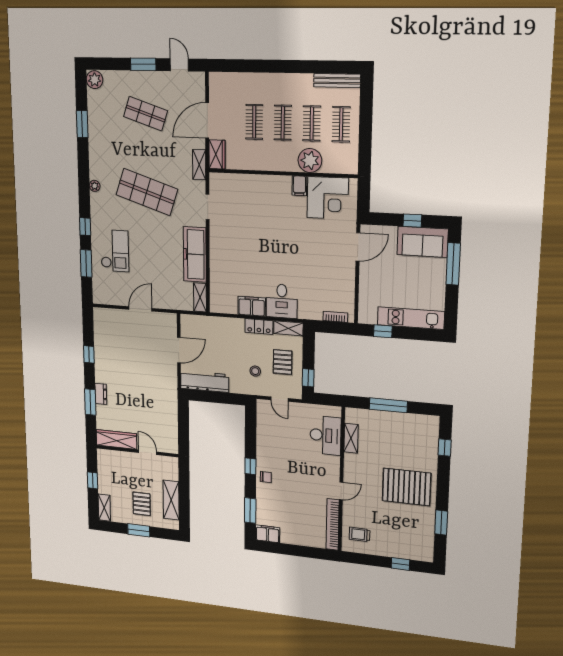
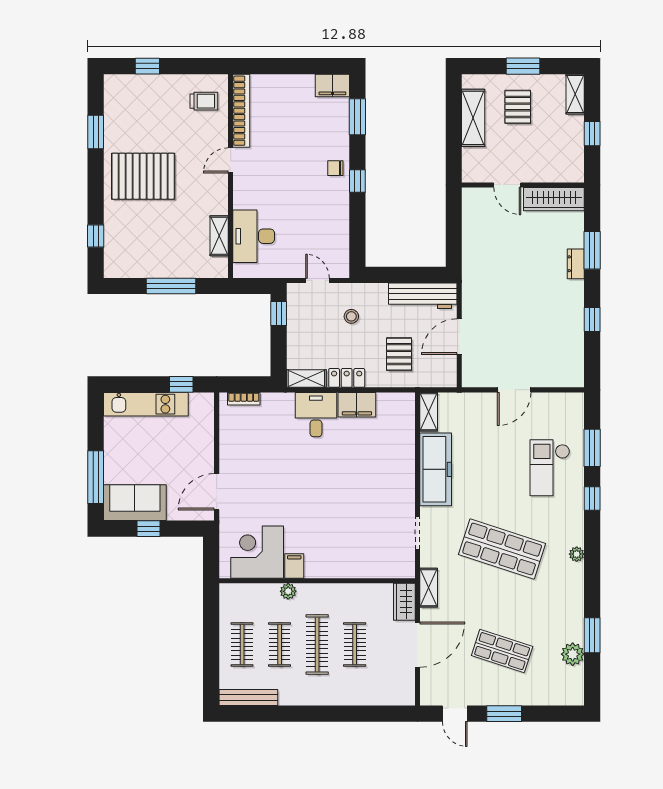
plant: (95, 80) -> (573, 654), moved
clothes rail: (283, 123) -> (317, 644), width x1.36
plant: (310, 160) -> (288, 591), width x0.53, depth x0.53
pallet: (283, 362) -> (399, 354), moved

